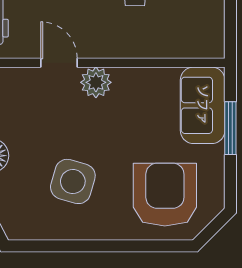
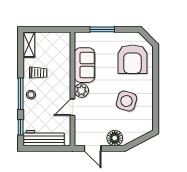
sofa: (203, 105) -> (85, 65), moved, turned -90
armchair: (165, 195) -> (132, 59), turned -90

